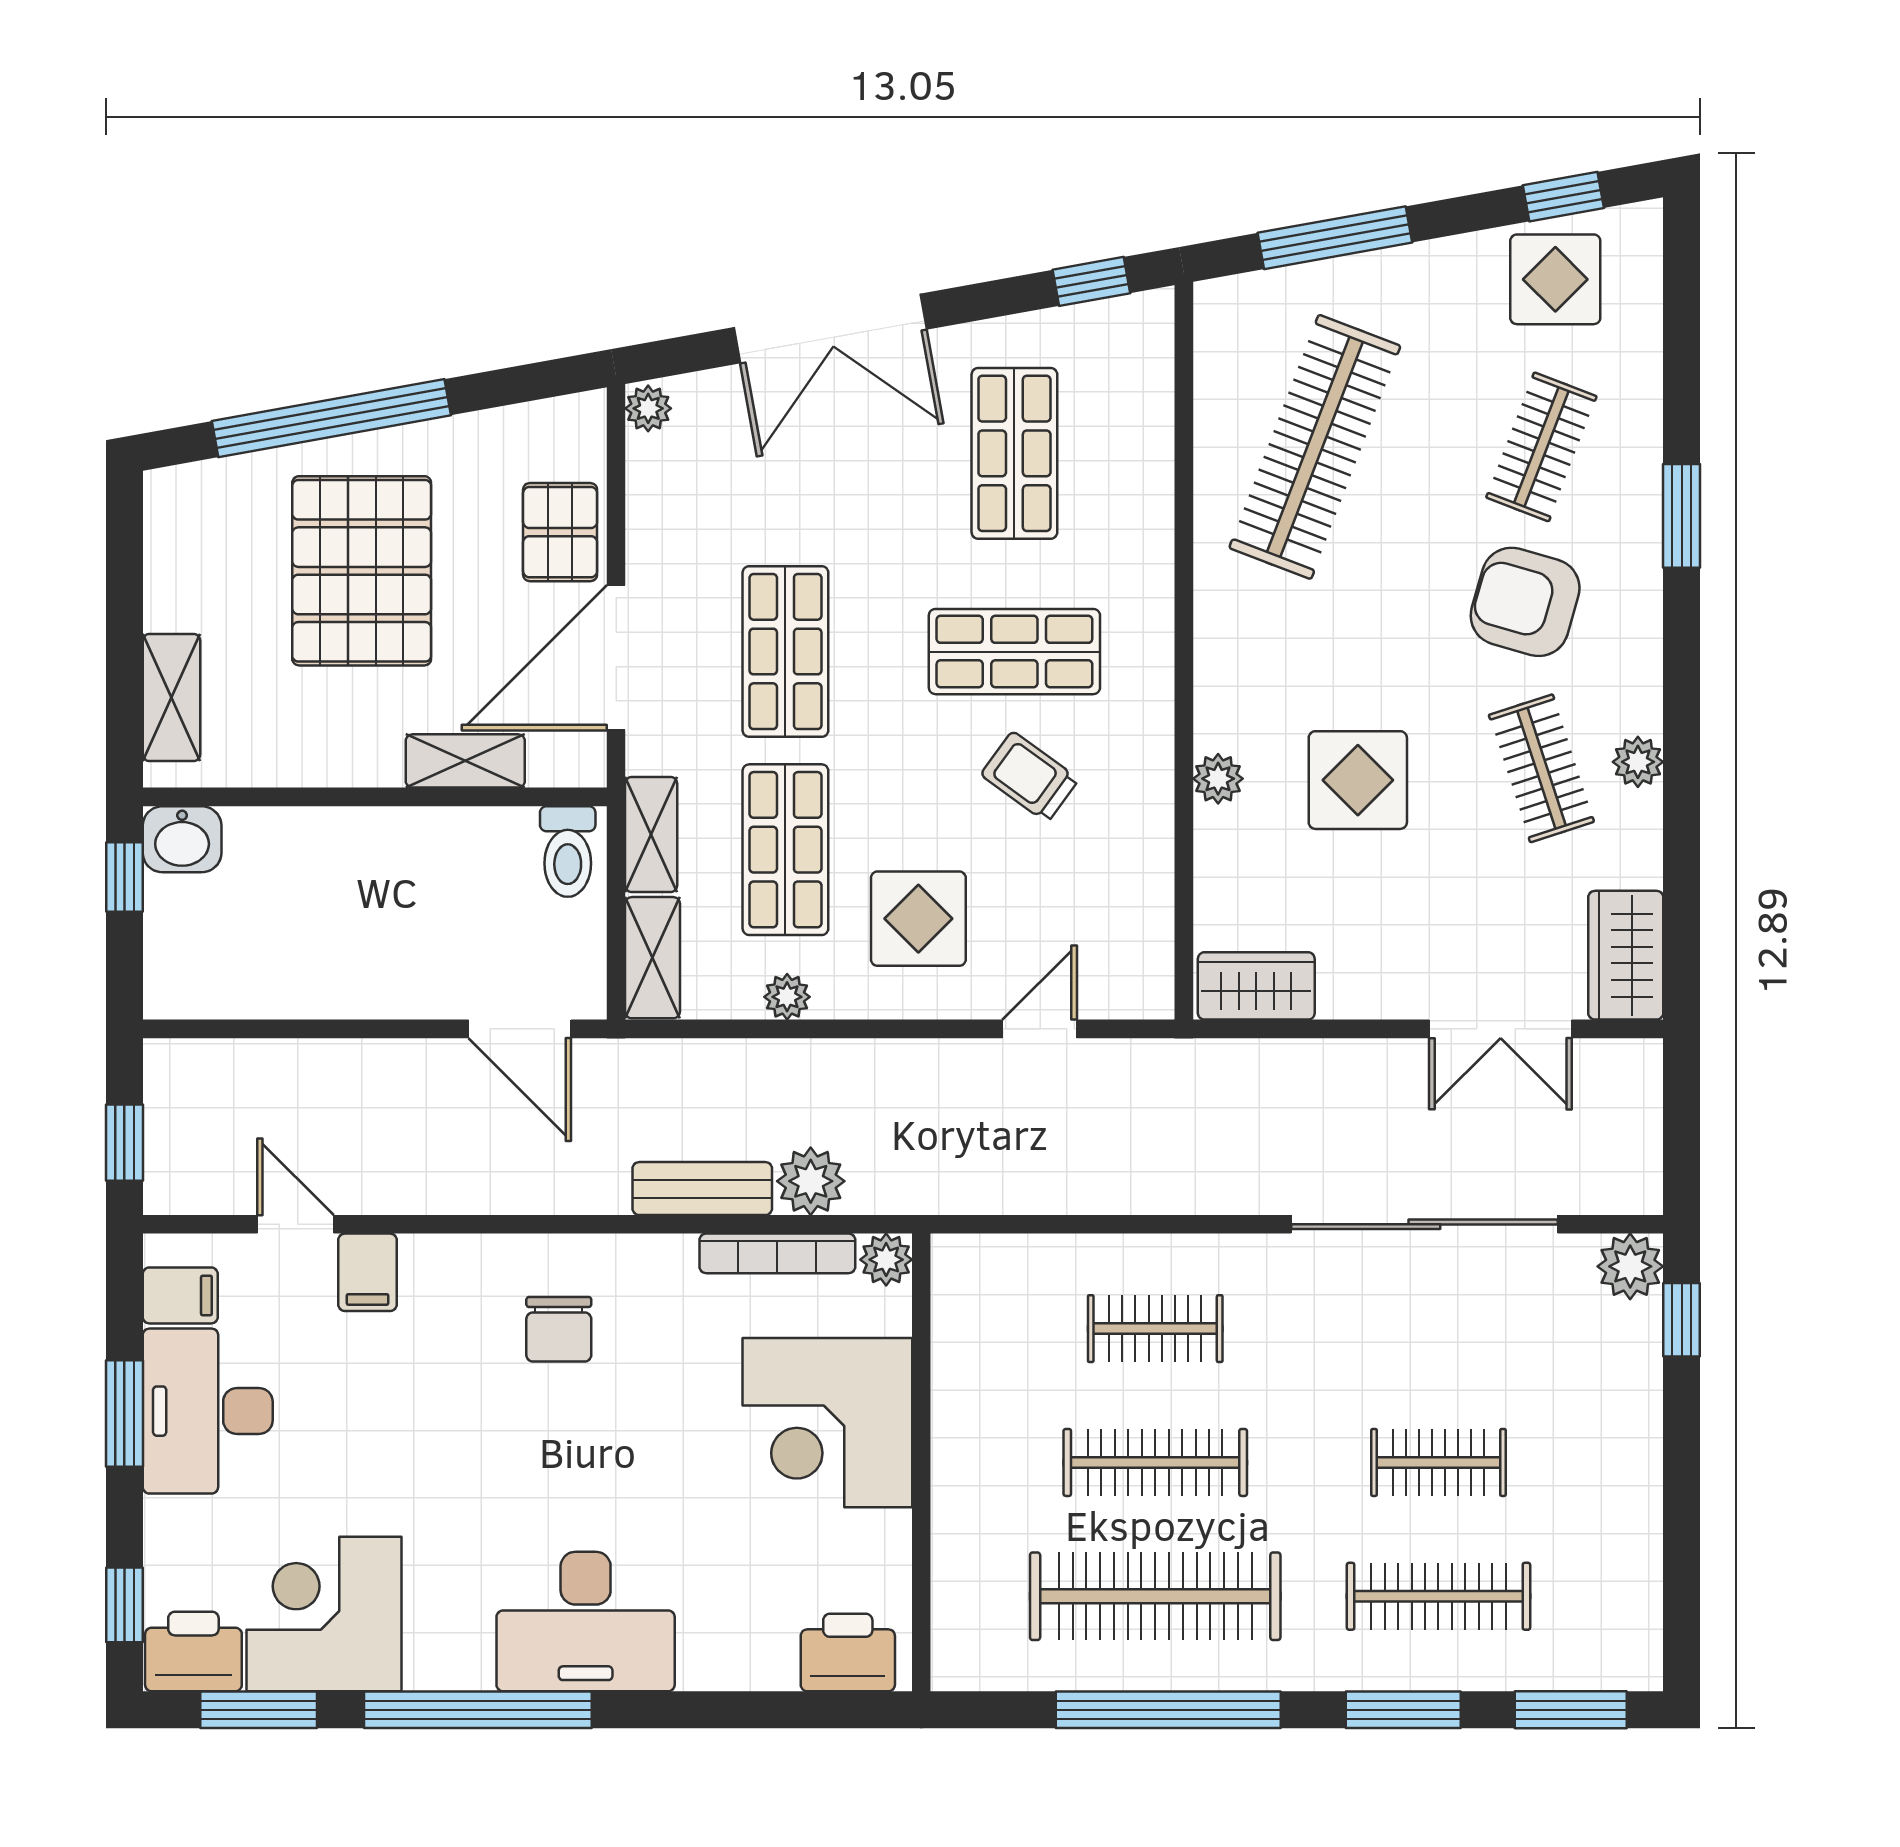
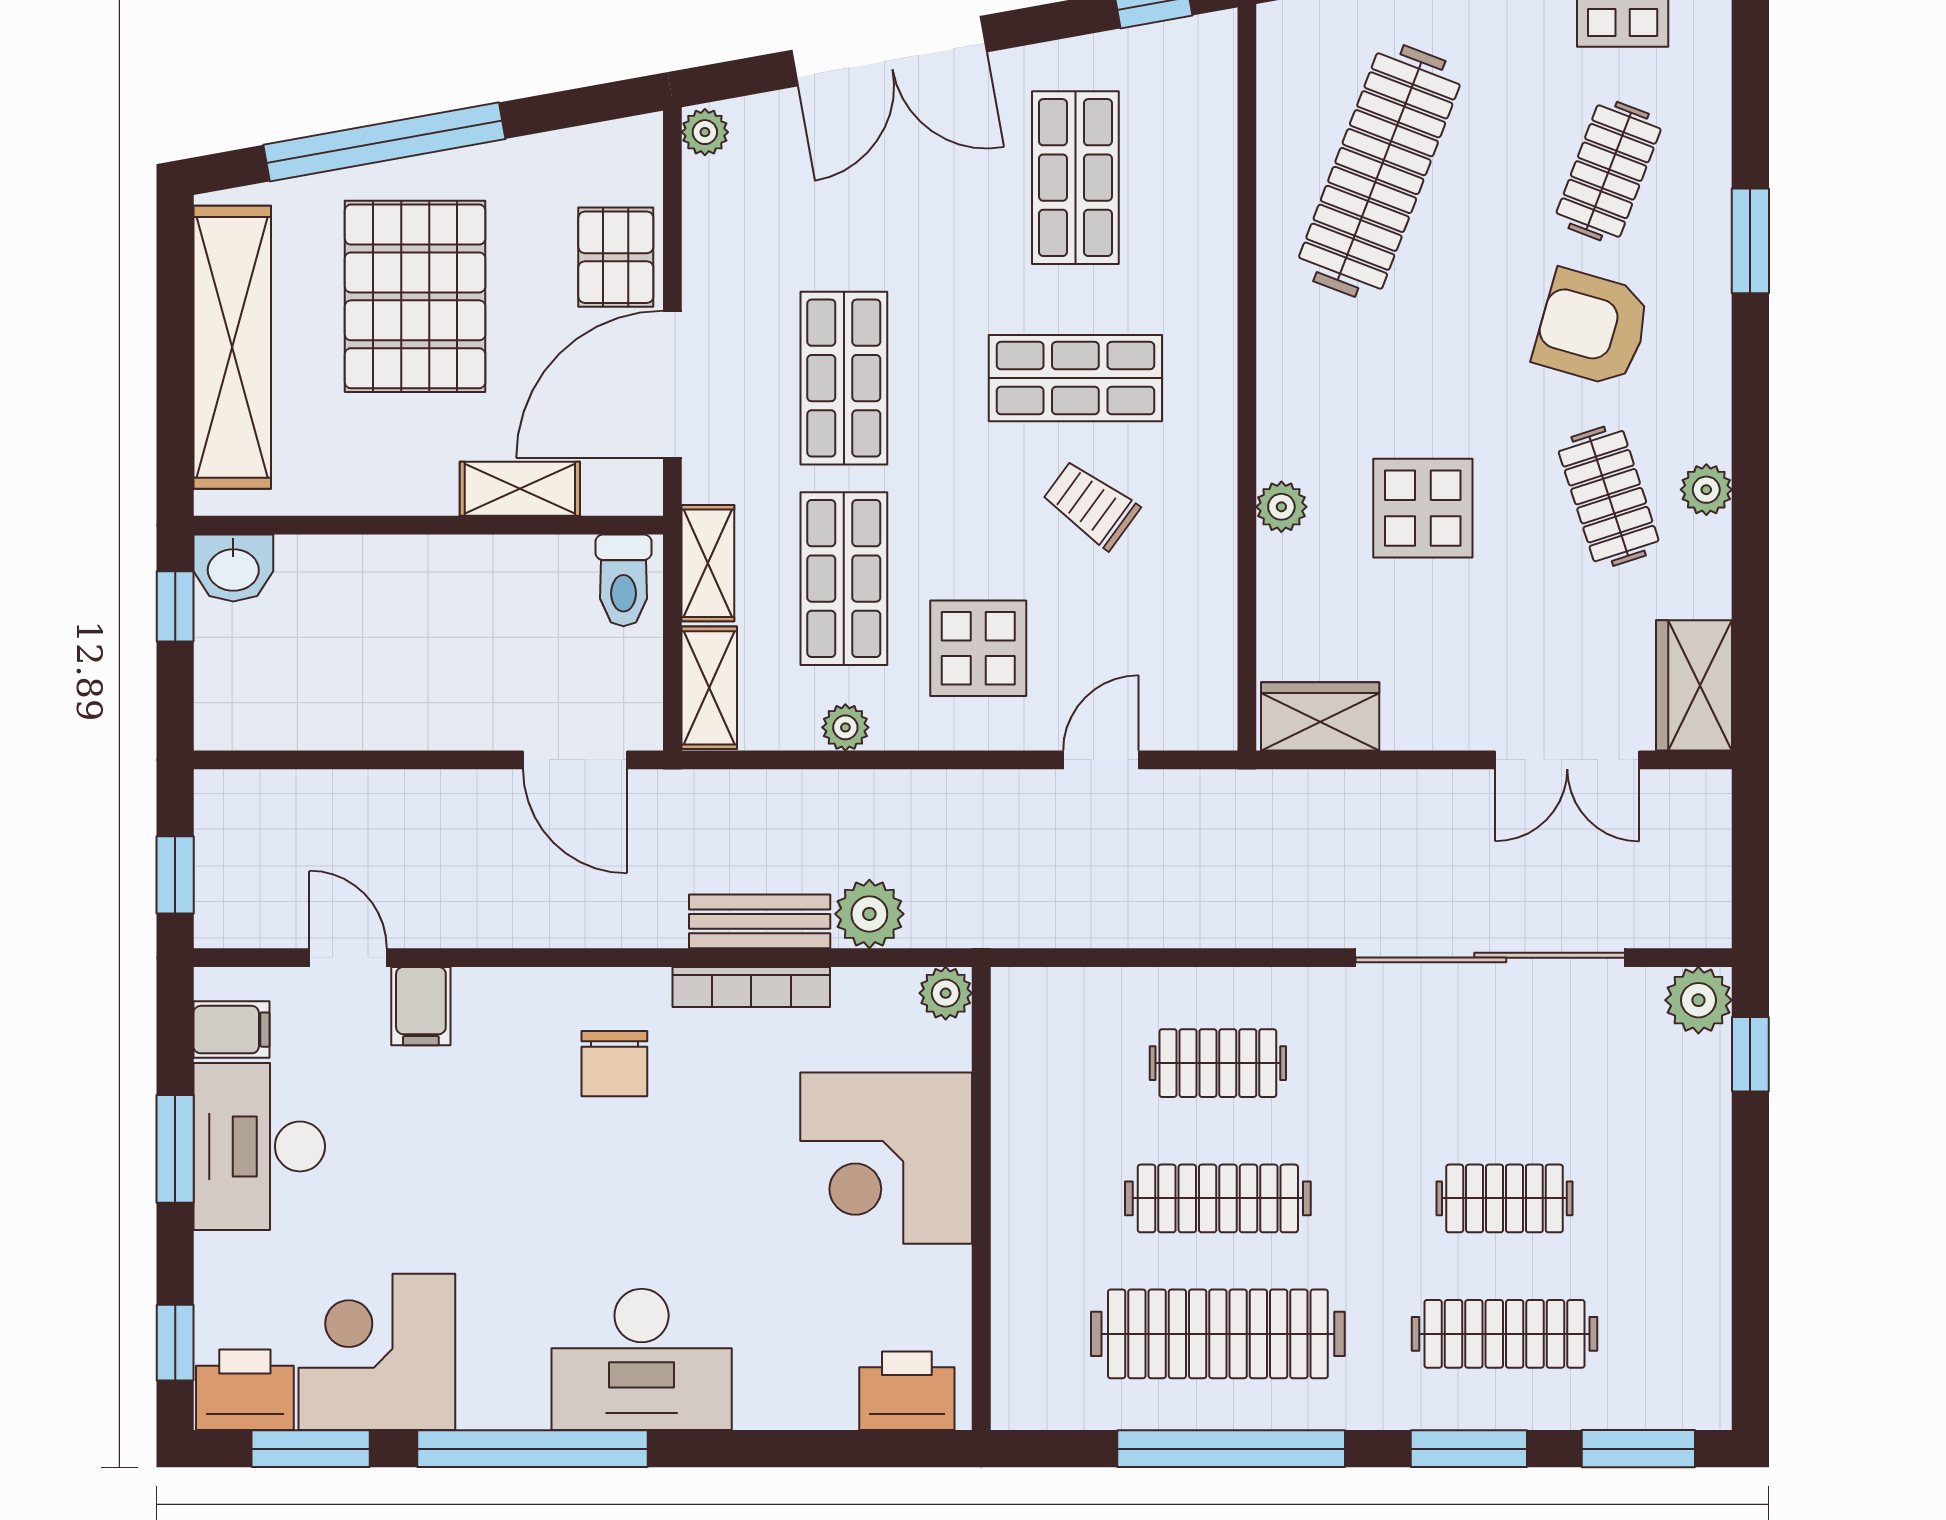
shelving: (171, 698) -> (232, 347), width x2.20, depth x1.33
bookcase: (777, 1253) -> (751, 987), moved

